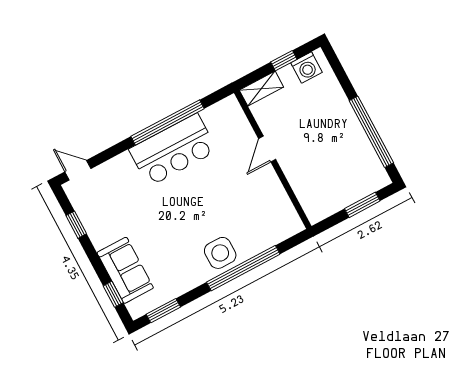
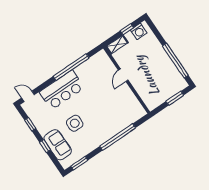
bar counter: (173, 150) -> (62, 90), moved
side table: (220, 253) -> (75, 123), moved
window: (113, 294) -> (45, 146), moved

